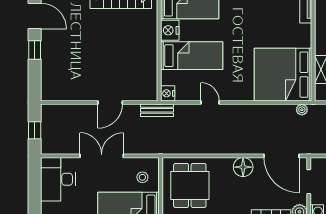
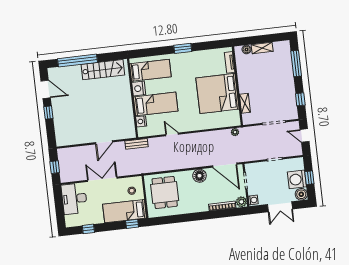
bed: (283, 75) -> (217, 93), moved
nightstand: (168, 93) -> (141, 121), moved

